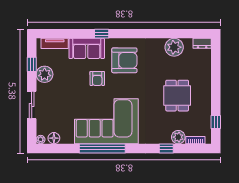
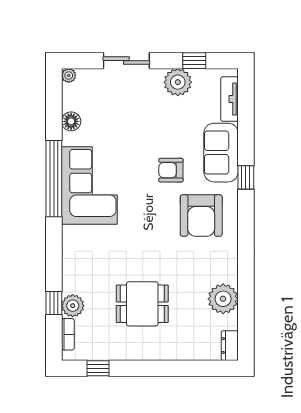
corner sofa: (106, 121) -> (89, 186), width x0.73, depth x0.74
floor lamp: (54, 138) -> (71, 121), moved
window: (166, 148) -> (54, 303), moved

